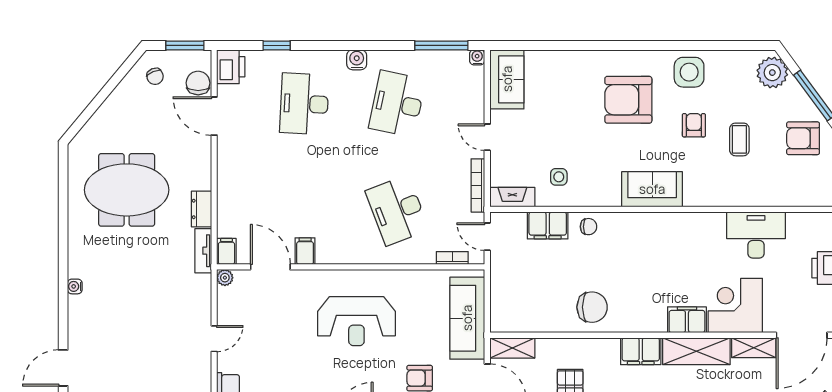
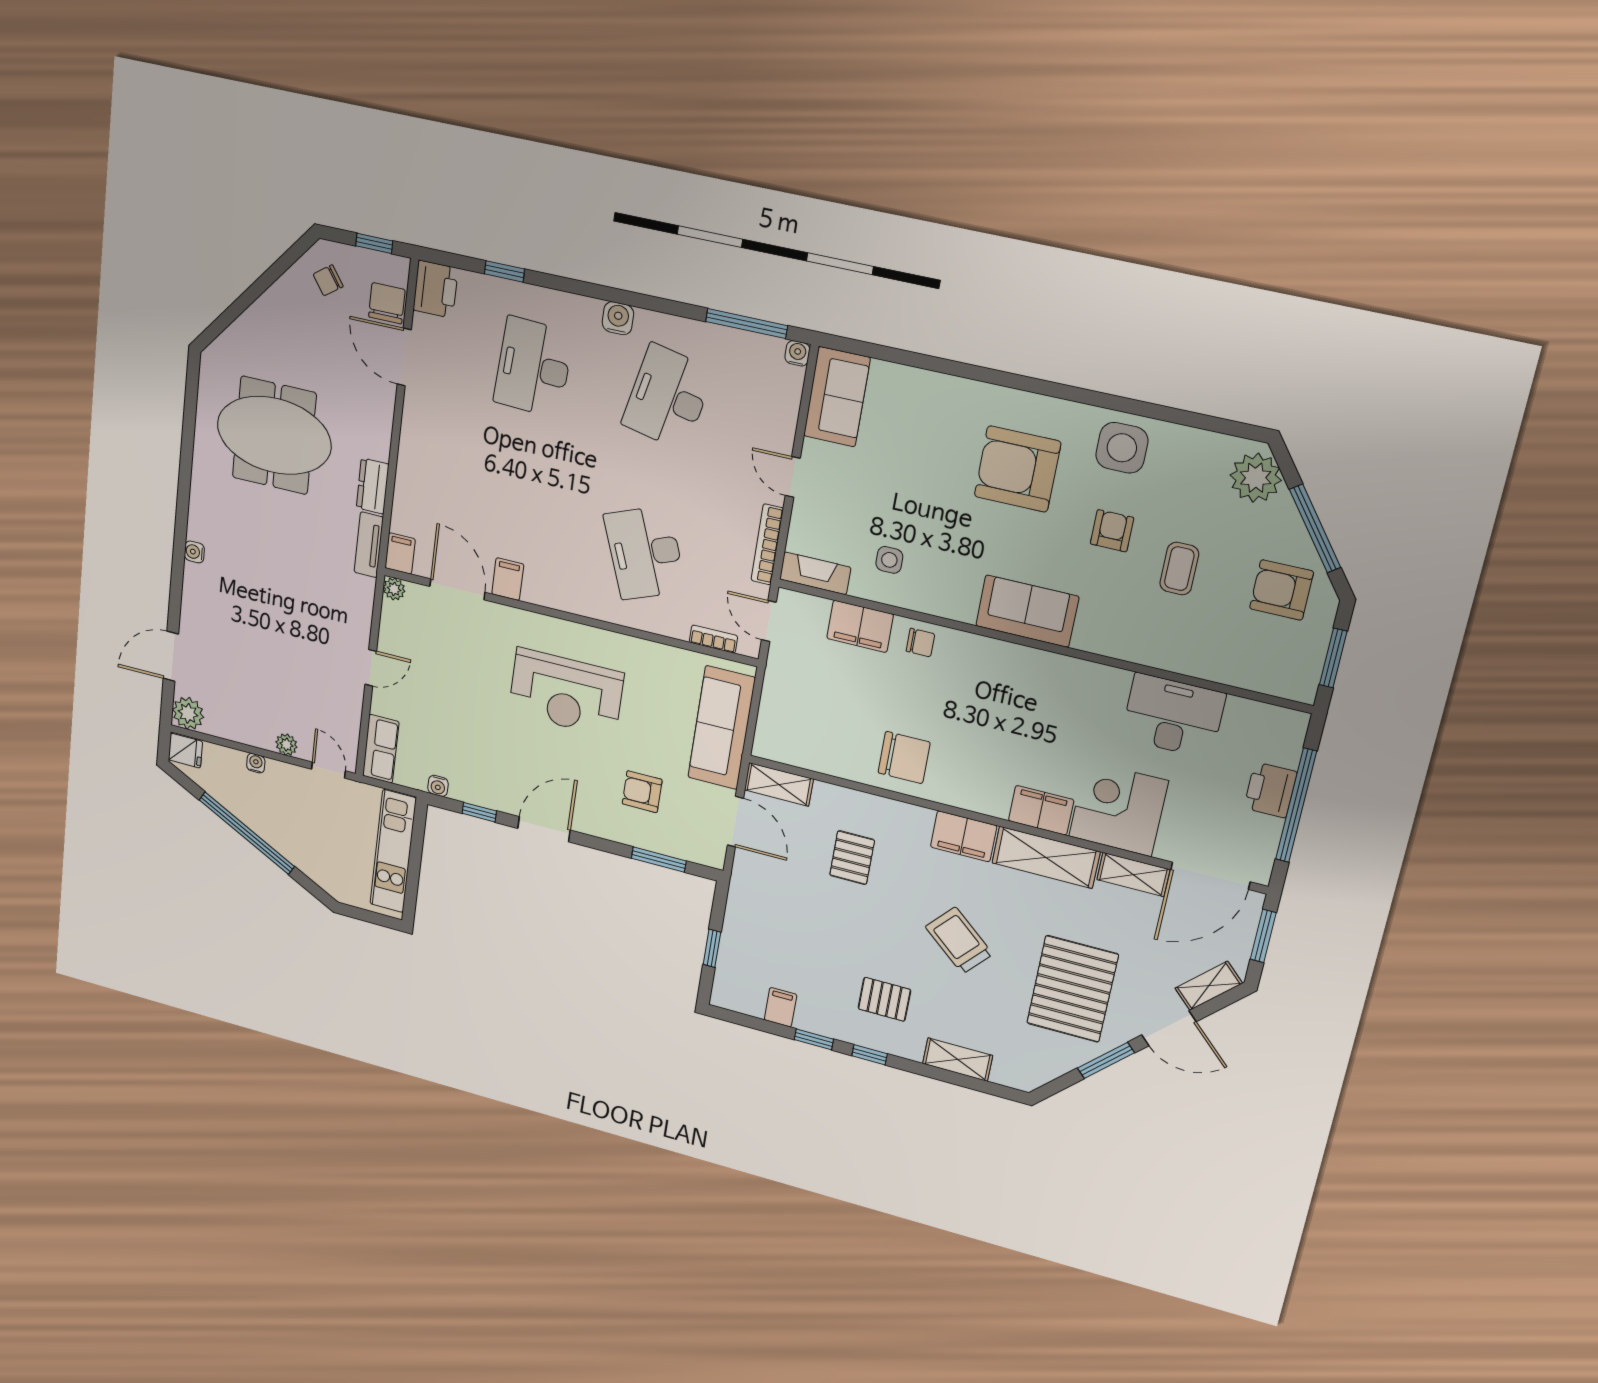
window: (185, 45) -> (374, 243), width x0.67
chair: (155, 76) -> (328, 280), turned 78

